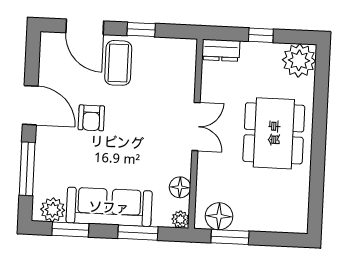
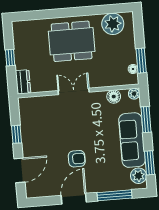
plant: (299, 60) -> (113, 24), moved
coffee table: (118, 63) -> (40, 146), removed
floor lamp: (219, 216) -> (133, 69), width x0.53, depth x0.53

